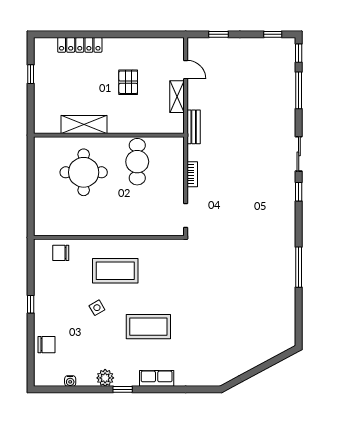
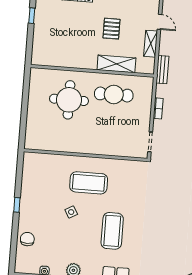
shelving: (84, 124) -> (116, 64), moved
cafe table: (137, 162) -> (114, 95), turned 90
chair: (61, 253) -> (45, 165), removed
coffee table: (148, 327) -> (112, 231), turned 90
chair: (47, 345) -> (27, 239), turned -90

